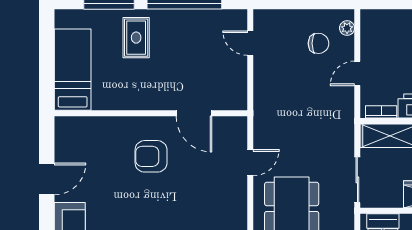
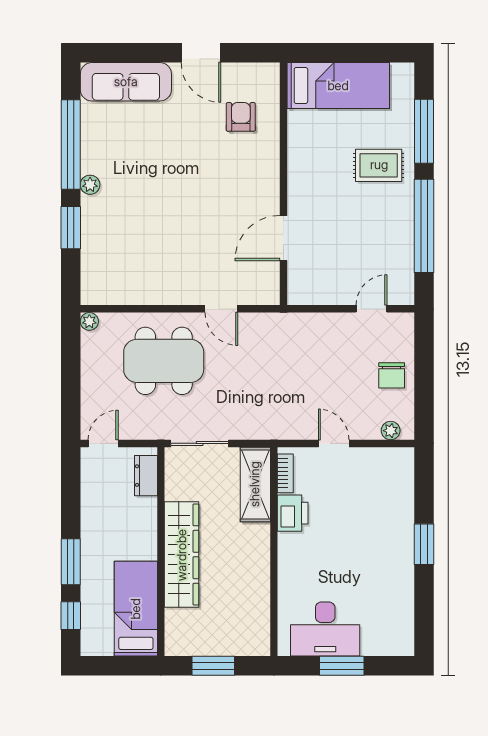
chair: (318, 43) -> (392, 375), moved
armchair: (151, 156) -> (241, 117), moved, width x0.72, depth x0.72

